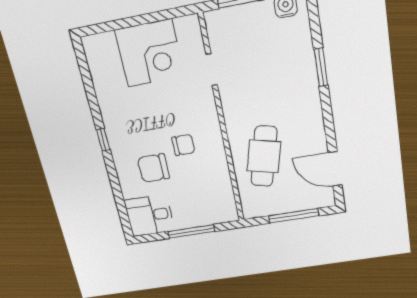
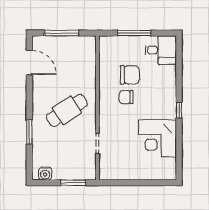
corner desk: (150, 53) -> (158, 138), moved, turned -90
cafe table: (264, 156) -> (67, 110), moved, turned 43
chair: (153, 168) -> (130, 75), moved

